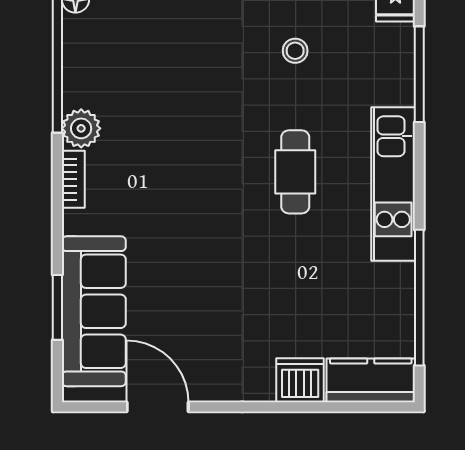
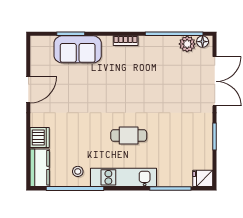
stool: (295, 51) -> (78, 171), moved
plant: (81, 128) -> (187, 44), moved
sofa: (94, 311) -> (78, 49), width x0.73
door: (158, 407) -> (28, 90), moved

